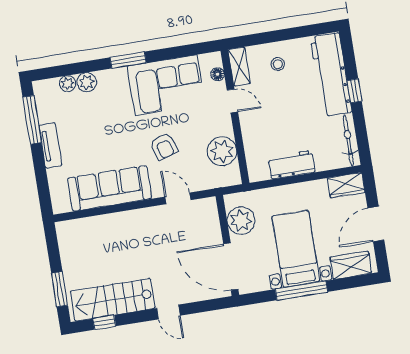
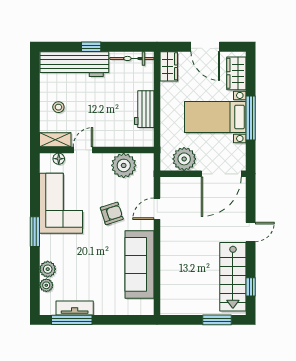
tv unit: (50, 146) -> (75, 308), moved

